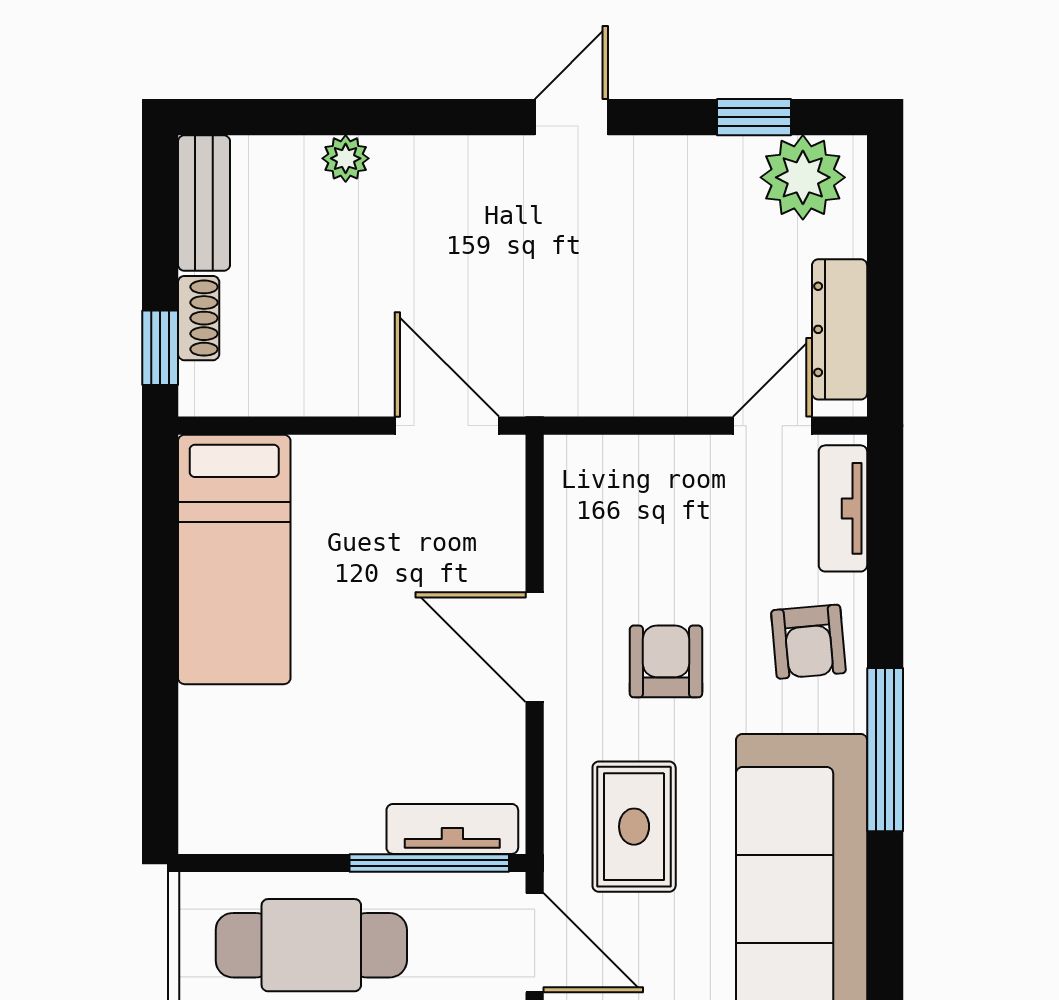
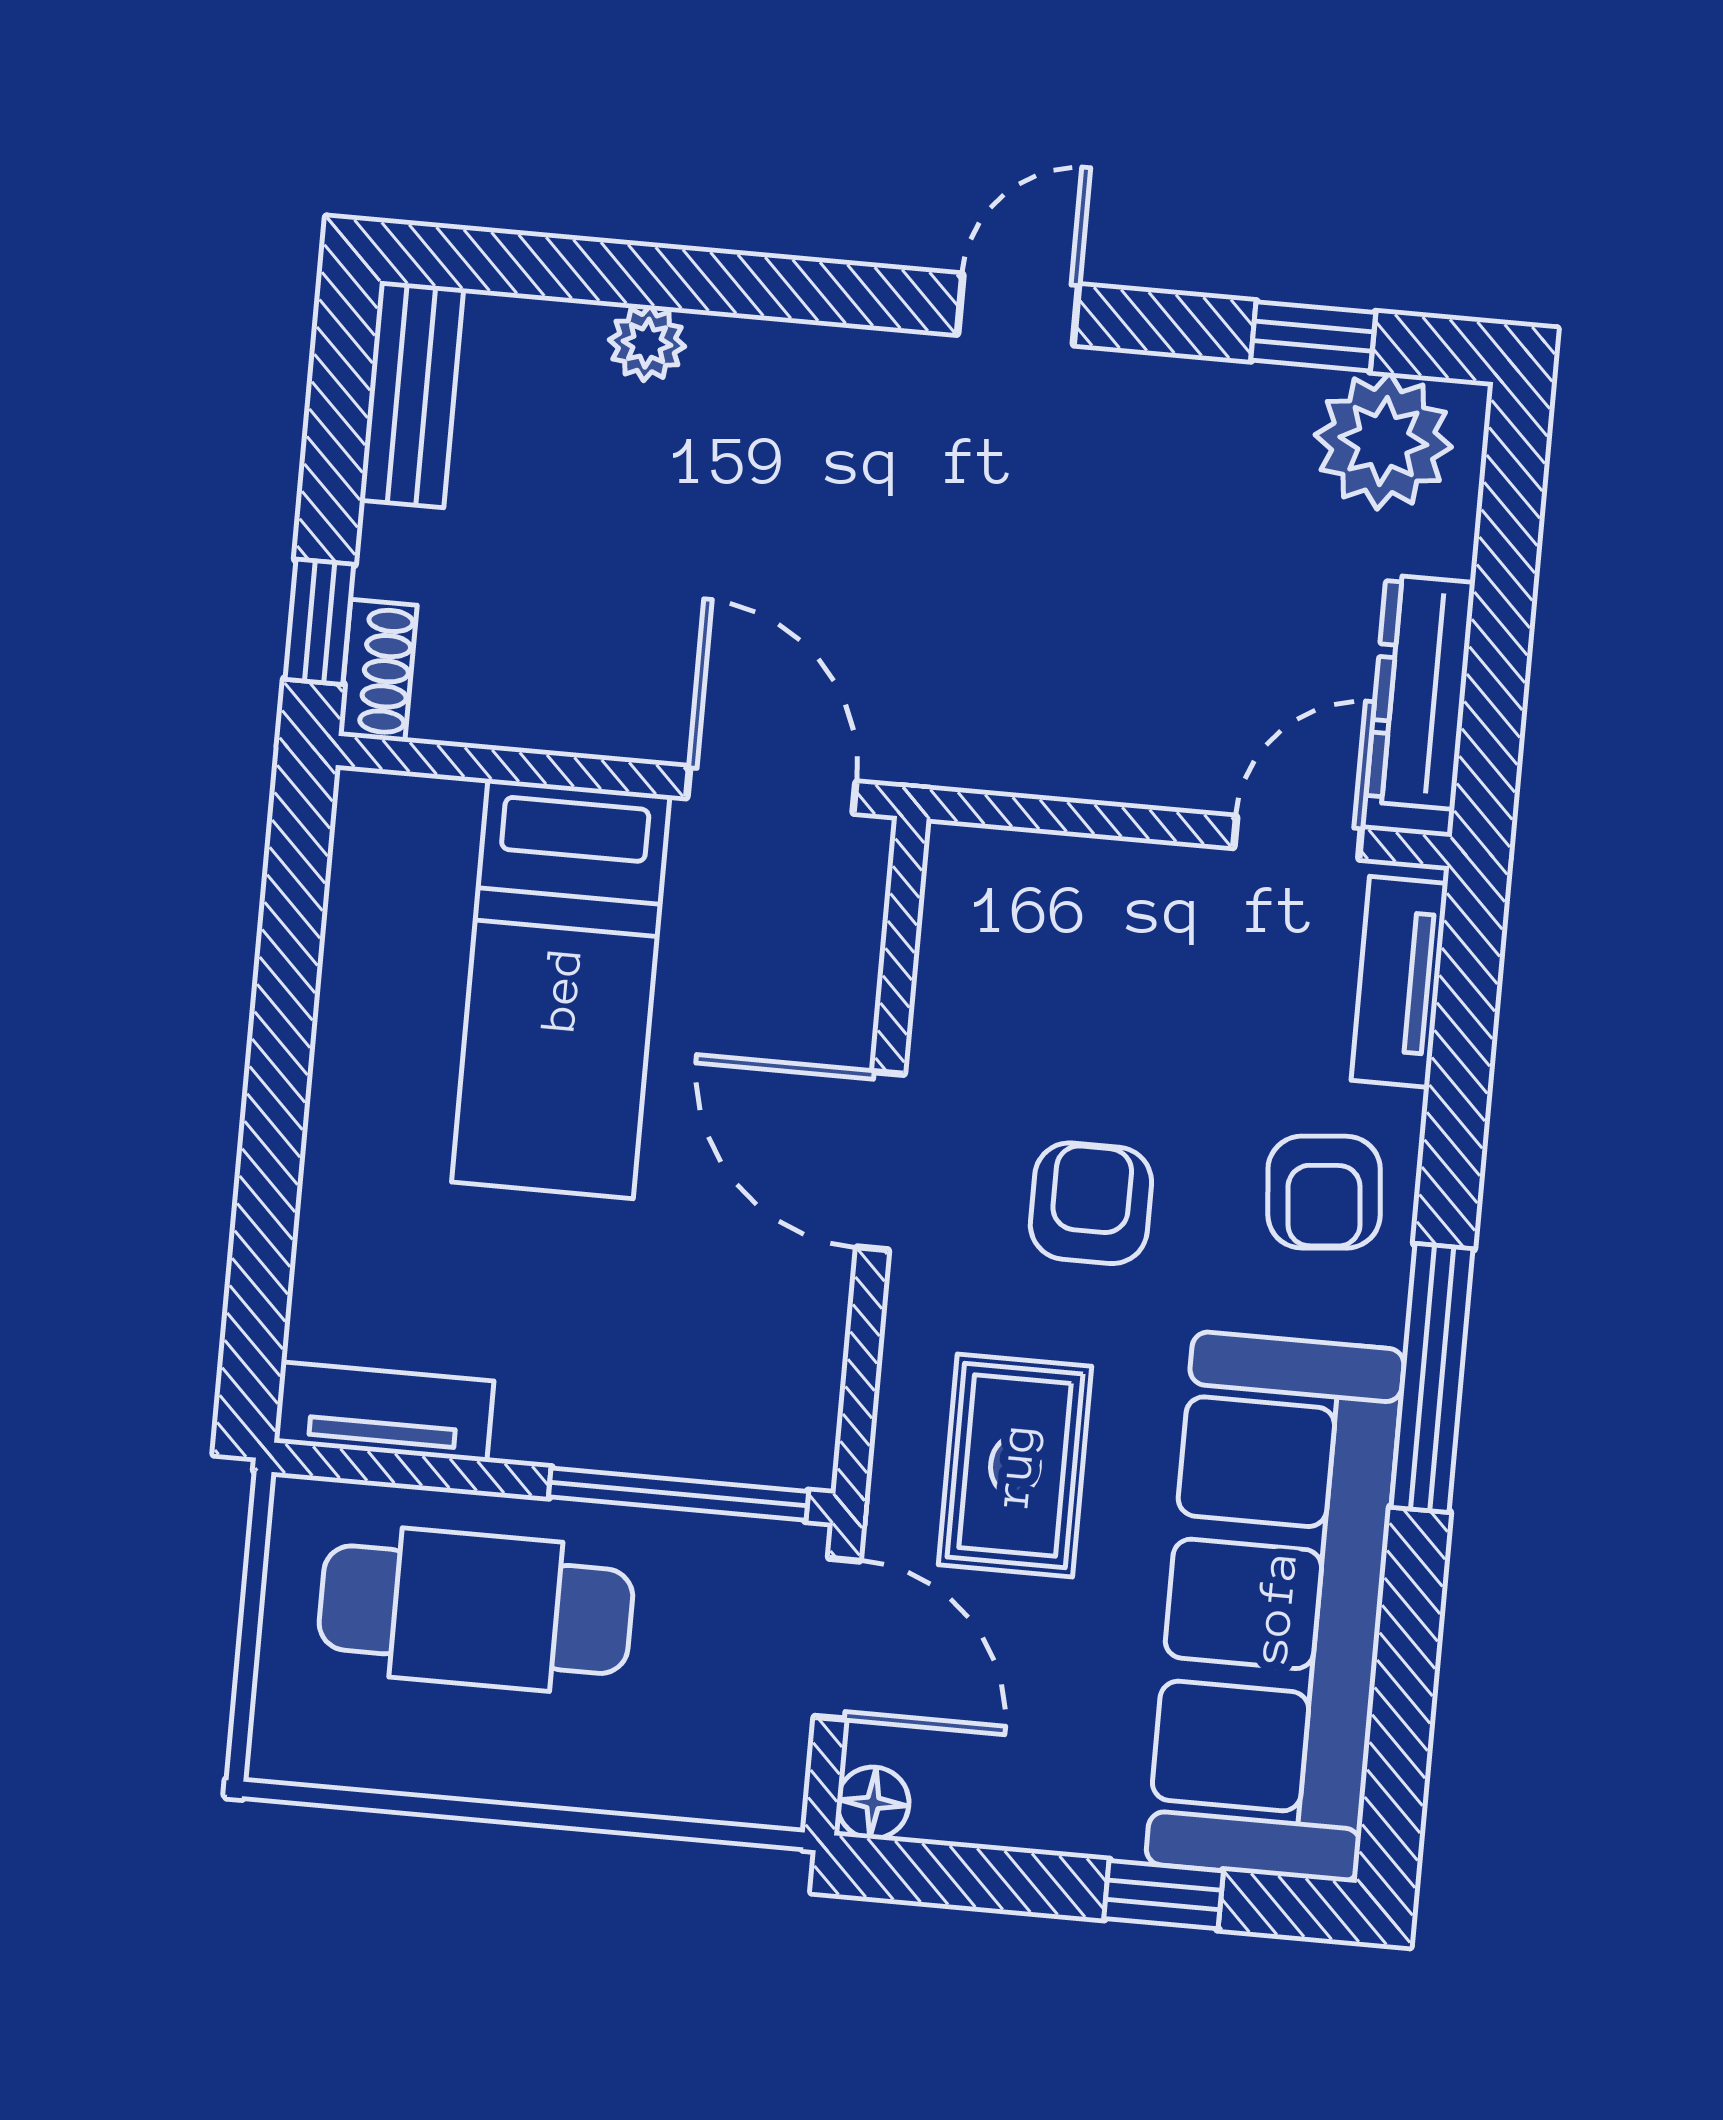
shoe rack: (199, 318) -> (378, 670), moved
bed: (234, 559) -> (561, 989), moved
tv unit: (452, 829) -> (384, 1412), moved

